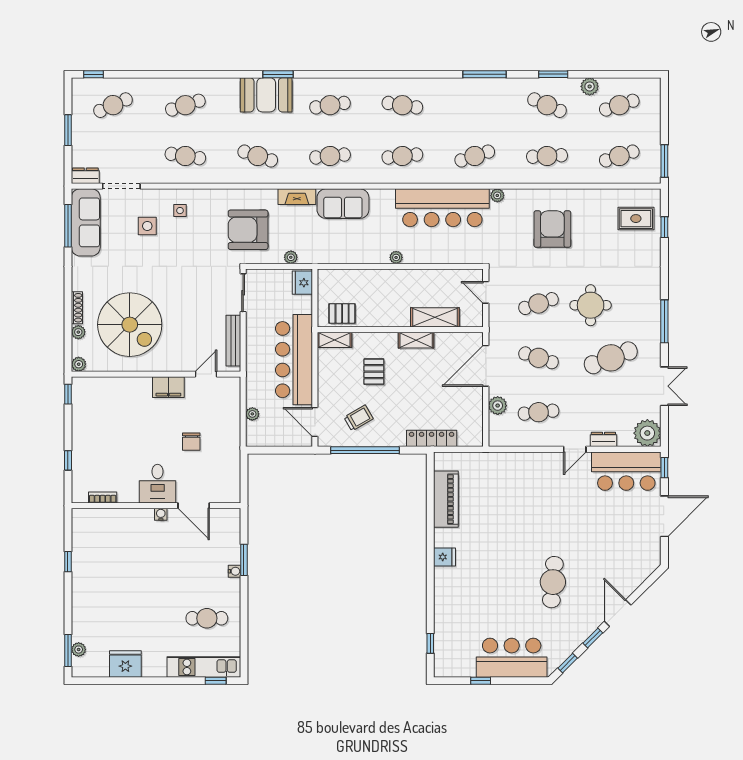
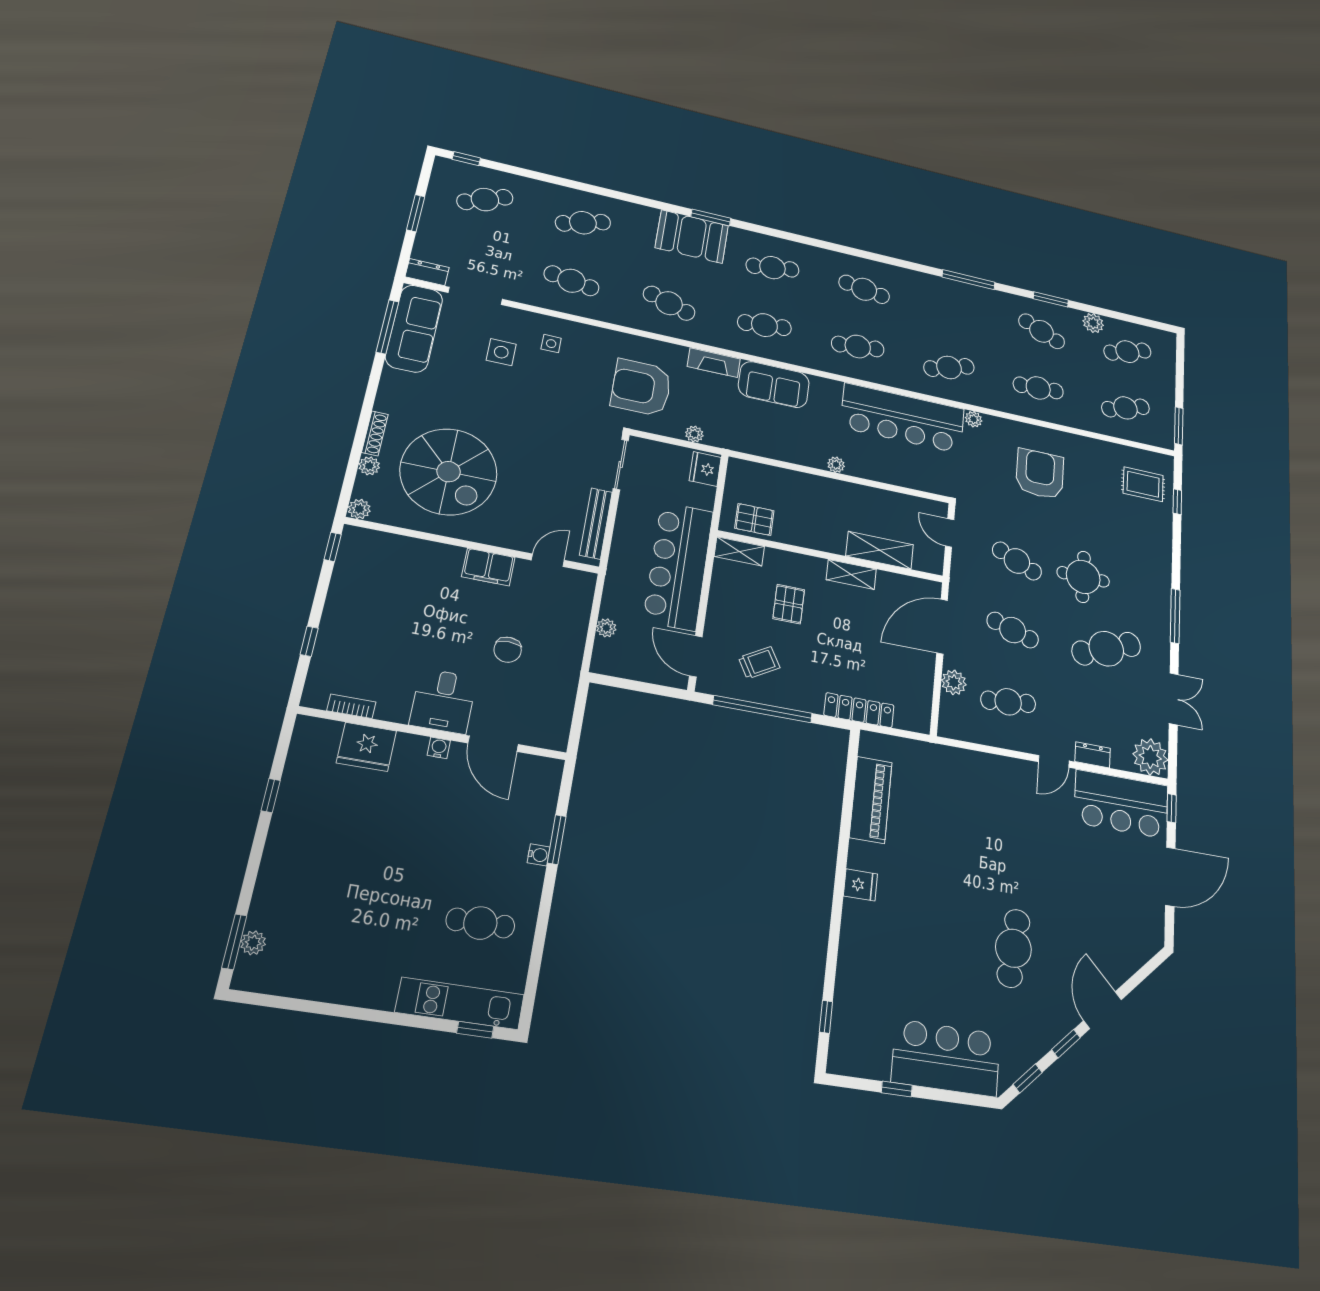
cafe table: (539, 304) -> (1017, 561), turned 42
fridge: (125, 664) -> (366, 747), moved, turned 180

